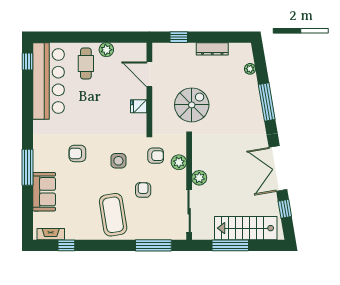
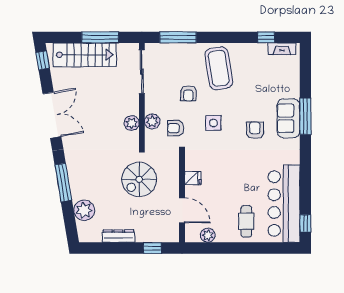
plant: (106, 50) -> (208, 235), moved
plant: (250, 69) -> (84, 210), width x1.88, depth x1.88
armchair: (77, 153) -> (255, 130), turned -90
plant: (199, 178) -> (132, 123), moved
sofa: (44, 192) -> (289, 118), moved
window: (285, 209) -> (43, 60), moved

